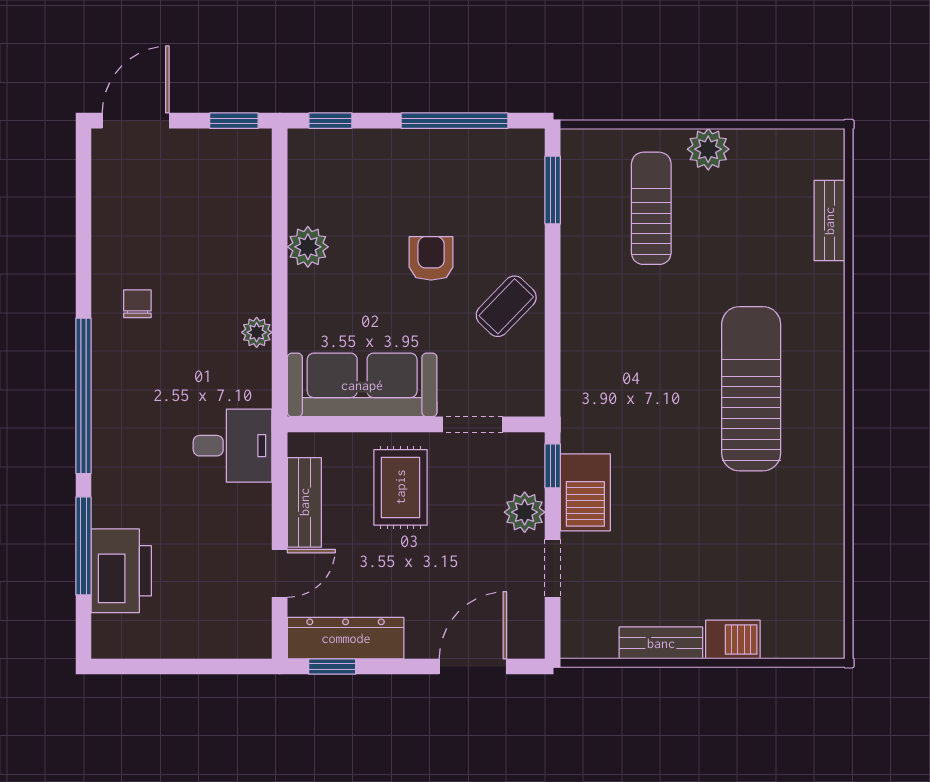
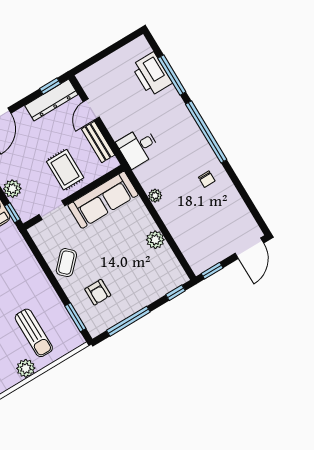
armchair: (431, 258) -> (98, 292), moved

